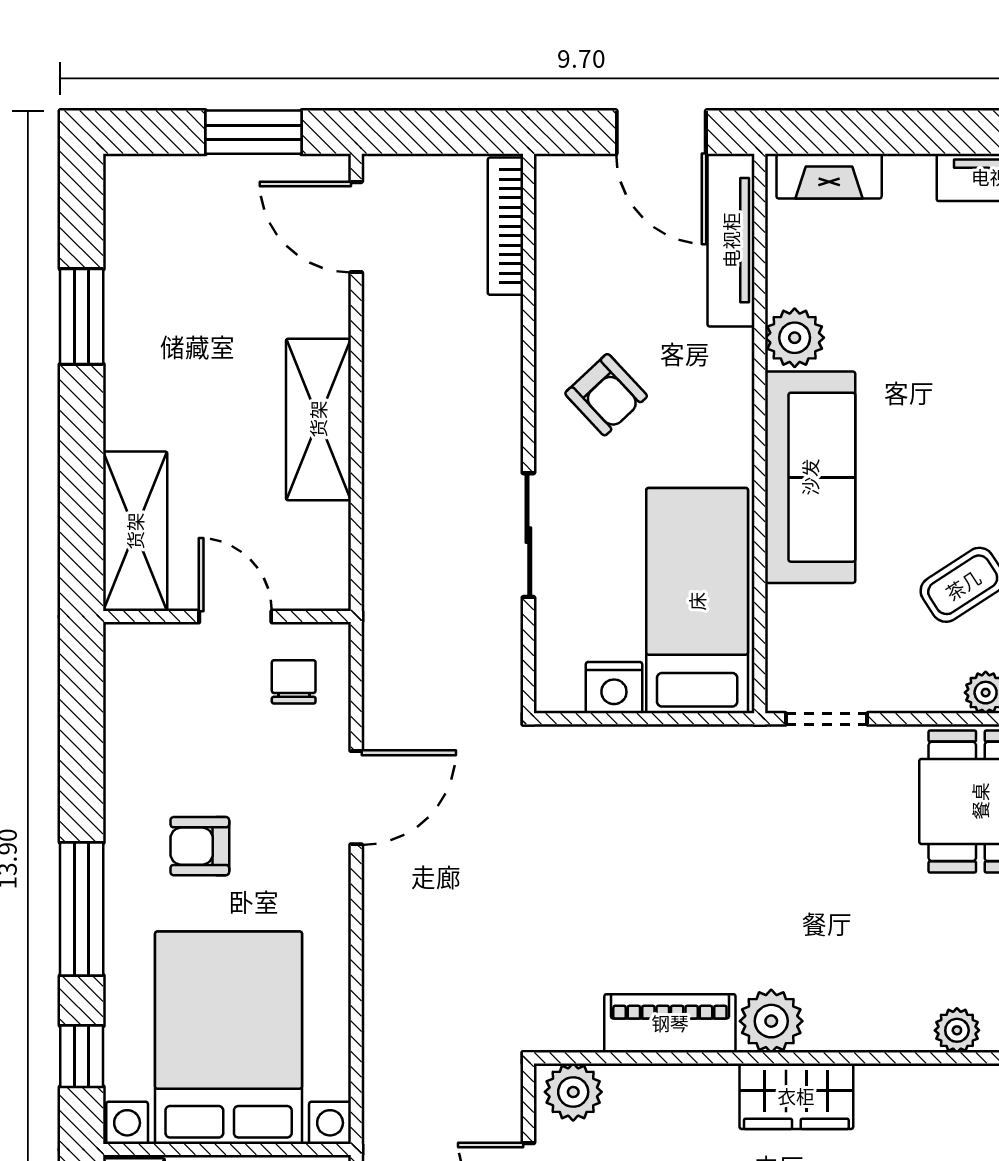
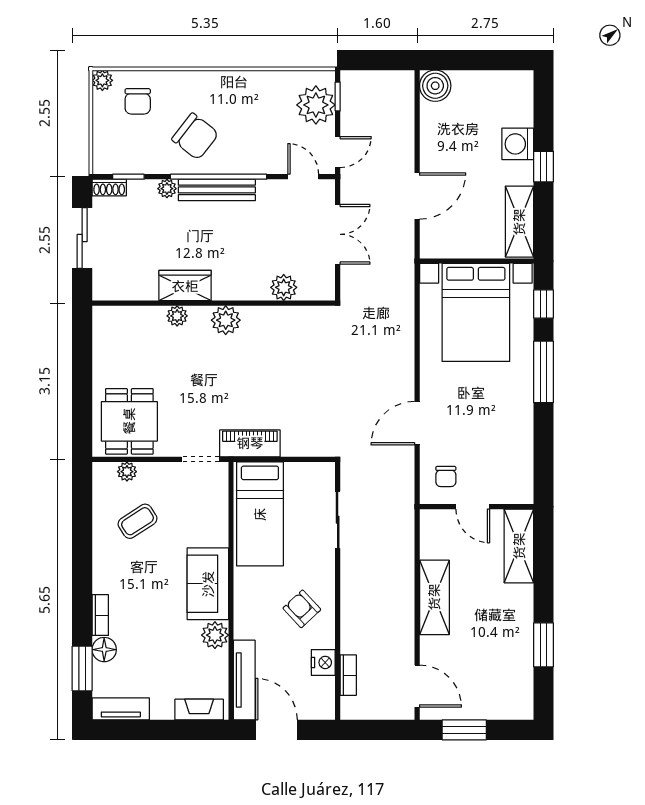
bookcase: (505, 226) -> (348, 675), width x0.64
sofa: (810, 477) -> (208, 584), width x0.73
sliding door: (528, 535) -> (338, 520), moved
nightstand: (614, 688) -> (323, 662), moved, turned 90
armchair: (200, 846) -> (489, 401), removed
piano: (670, 1023) -> (250, 443), moved, turned 180
plant: (957, 1030) -> (177, 316), moved
plant: (573, 1092) -> (284, 287), moved
wardrobe: (796, 1096) -> (185, 286), moved

